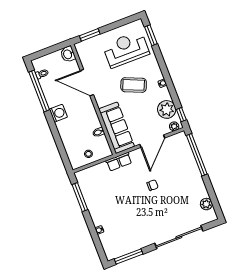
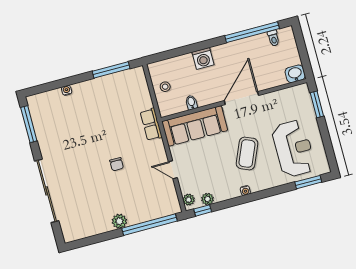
door: (87, 83) -> (241, 98), moved
plant: (167, 109) -> (207, 199), width x0.53, depth x0.53
washing machine: (58, 113) -> (203, 58), moved
door: (152, 141) -> (173, 170), width x0.53
plant: (206, 204) -> (119, 221), moved

